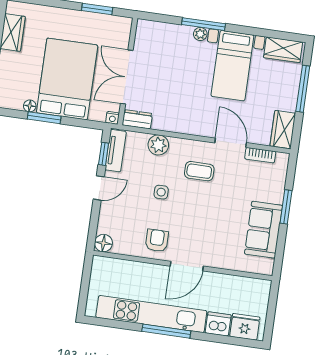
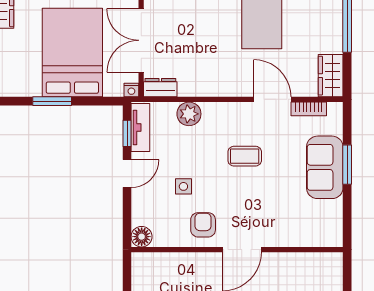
floor lamp: (30, 106) -> (34, 90), removed
coffee table: (199, 171) -> (245, 156), moved
side table: (161, 192) -> (183, 186), moved
sofa: (263, 230) -> (325, 167), moved

